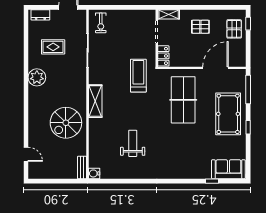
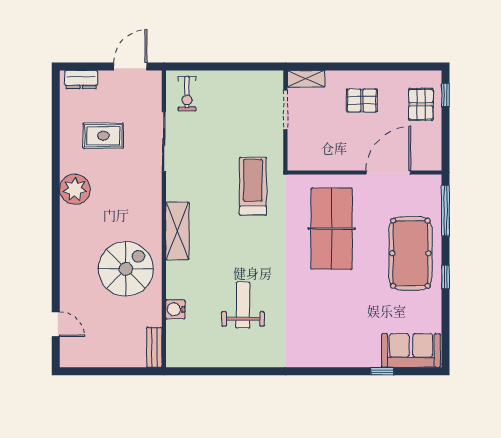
locker: (163, 56) -> (297, 152), removed
spiral stairs: (66, 123) -> (126, 269), turned 180
water cooler: (94, 173) -> (175, 309), moved

